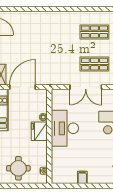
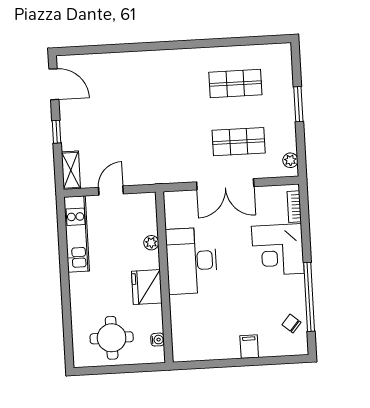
door: (23, 87) -> (111, 191), width x0.53
fridge: (39, 131) -> (147, 287), moved
filing cabinet: (82, 177) -> (249, 347), moved

